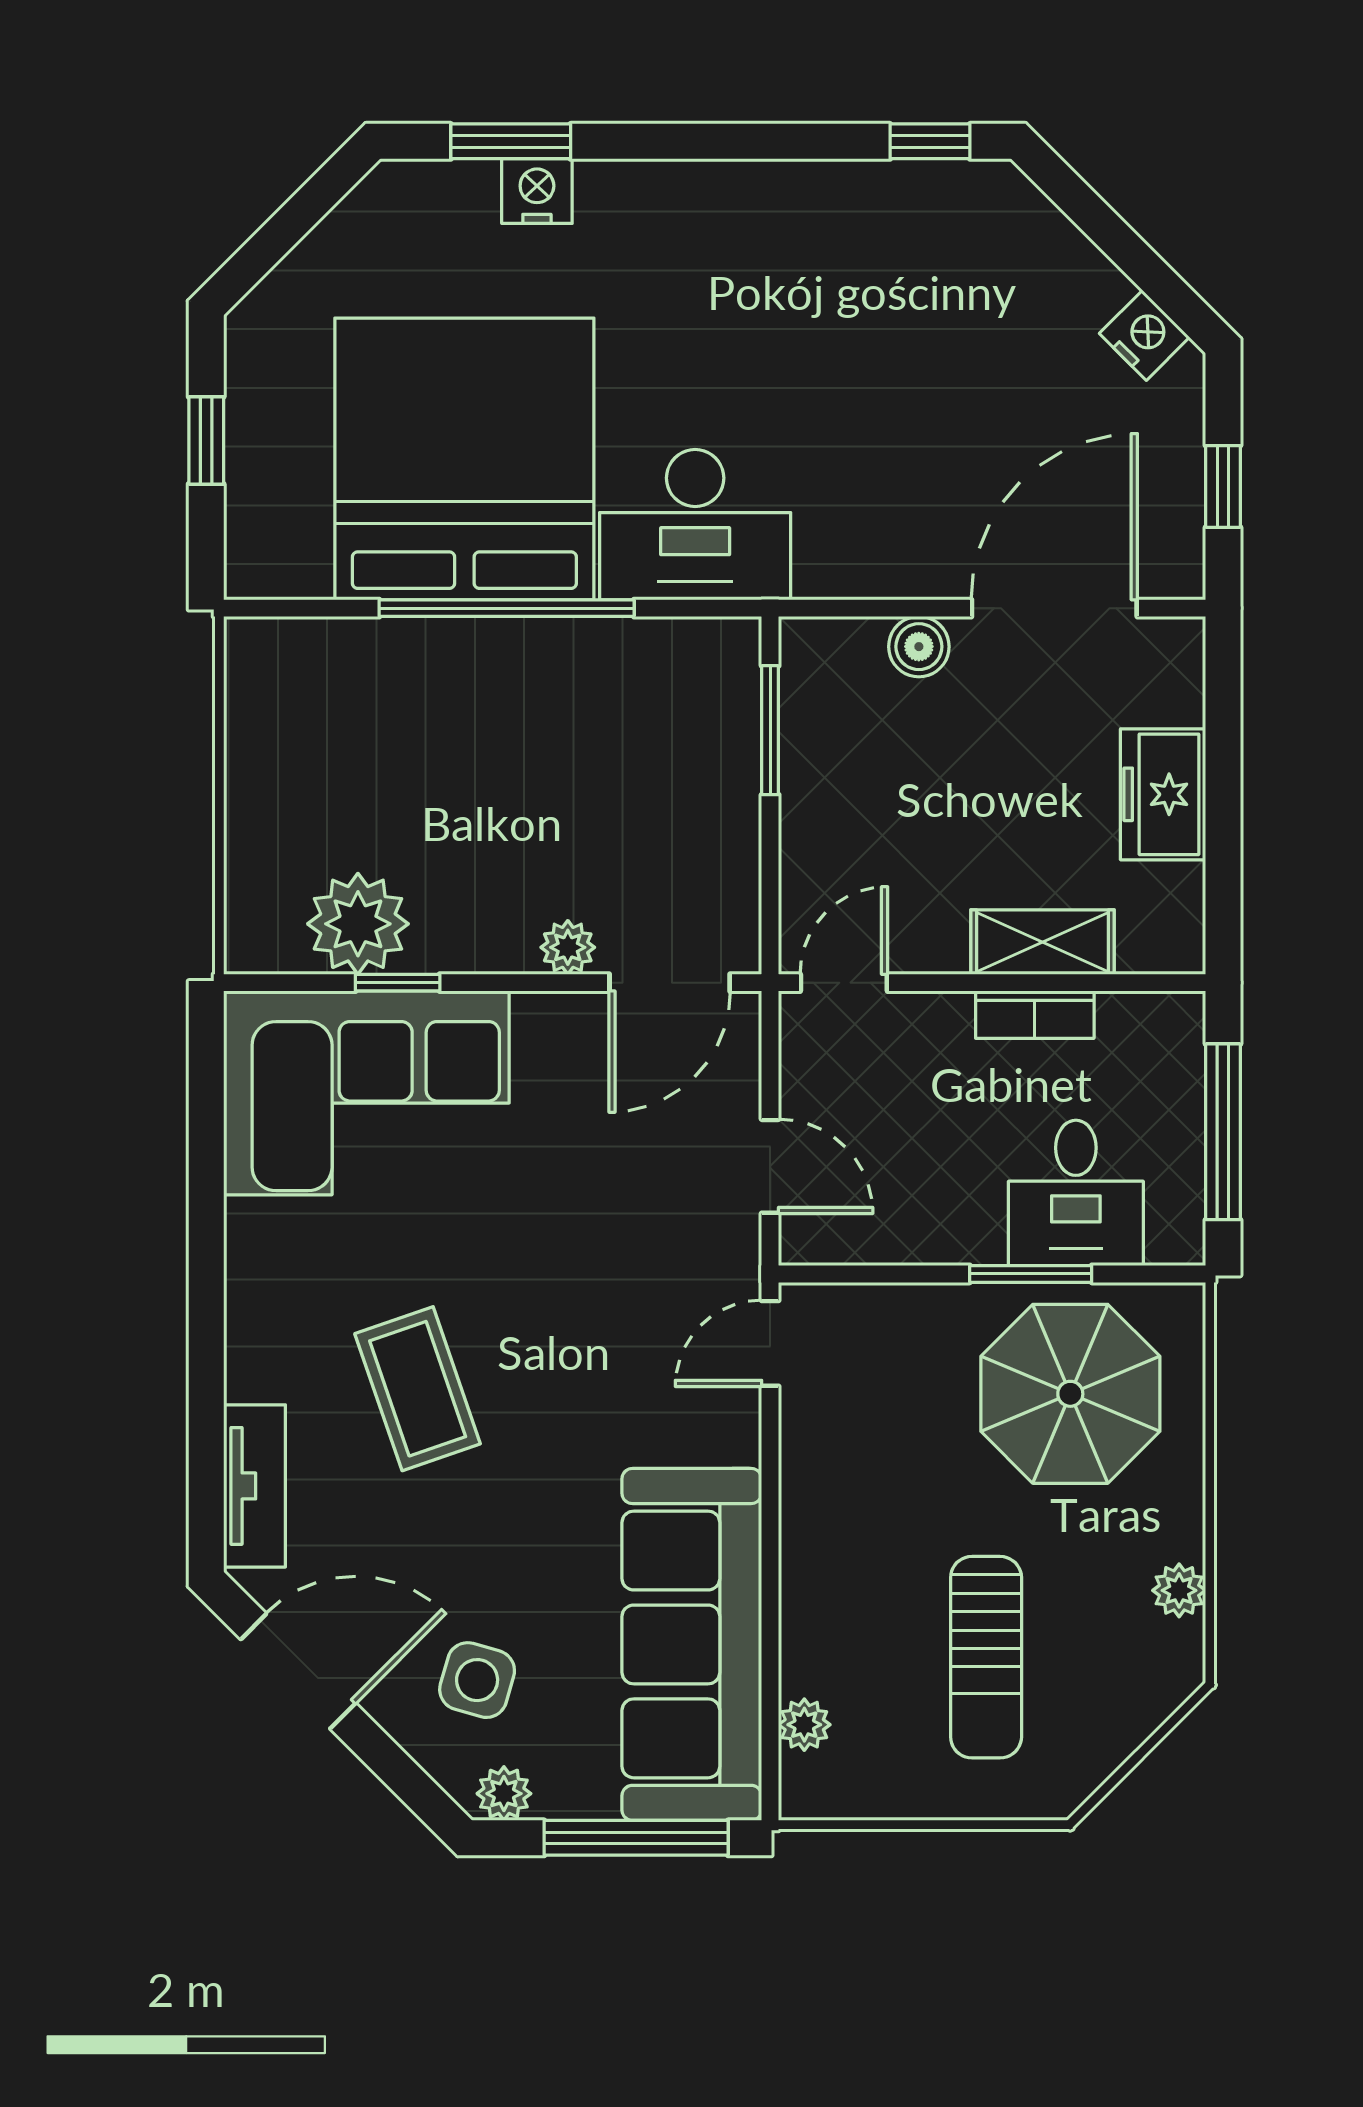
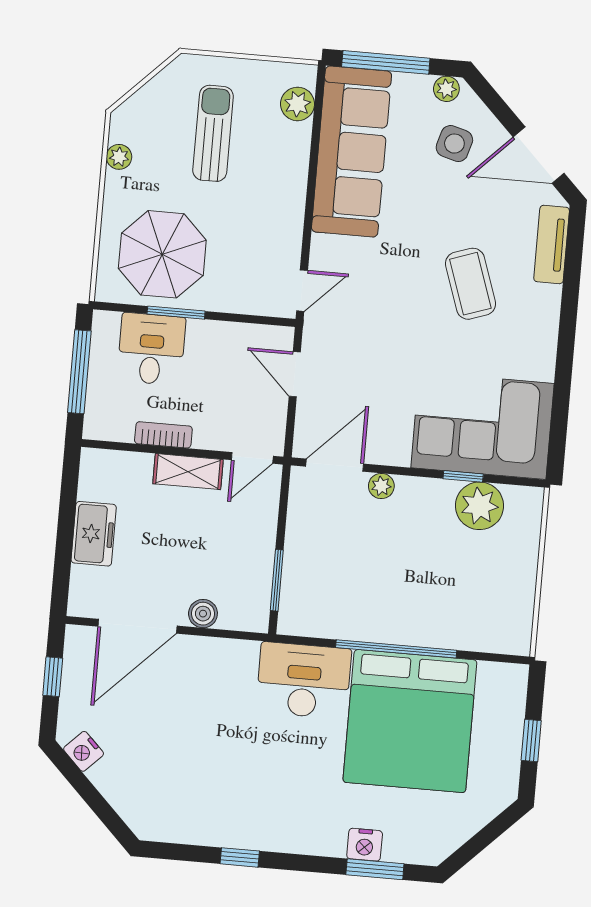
window: (930, 141) -> (240, 857), moved
shelving: (1043, 942) -> (188, 472), moved
plant: (804, 1725) -> (298, 104), width x1.38, depth x1.38

